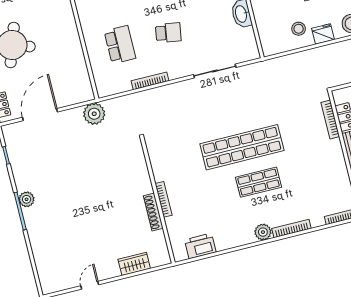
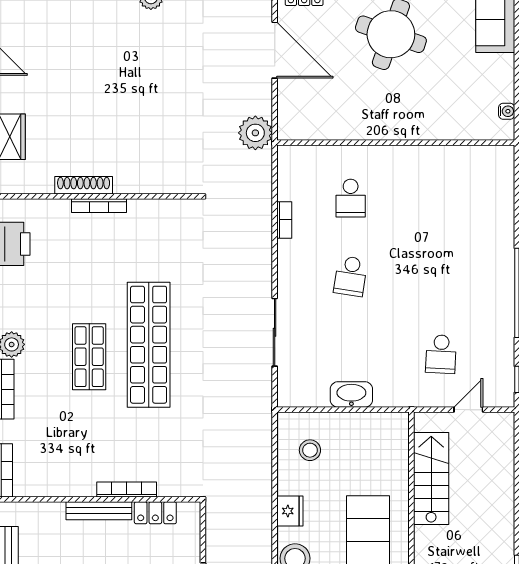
stool: (299, 29) -> (310, 450), moved
school desk: (120, 45) -> (351, 198), width x0.54
bookcase: (150, 81) -> (284, 220), width x0.64
bookcase: (330, 119) -> (127, 490), moved

